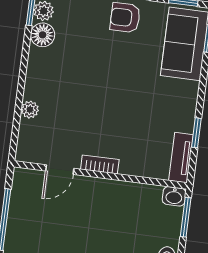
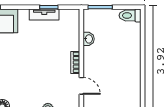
tv unit: (181, 158) -> (44, 15), moved
washbasin: (174, 196) -> (89, 39), moved

